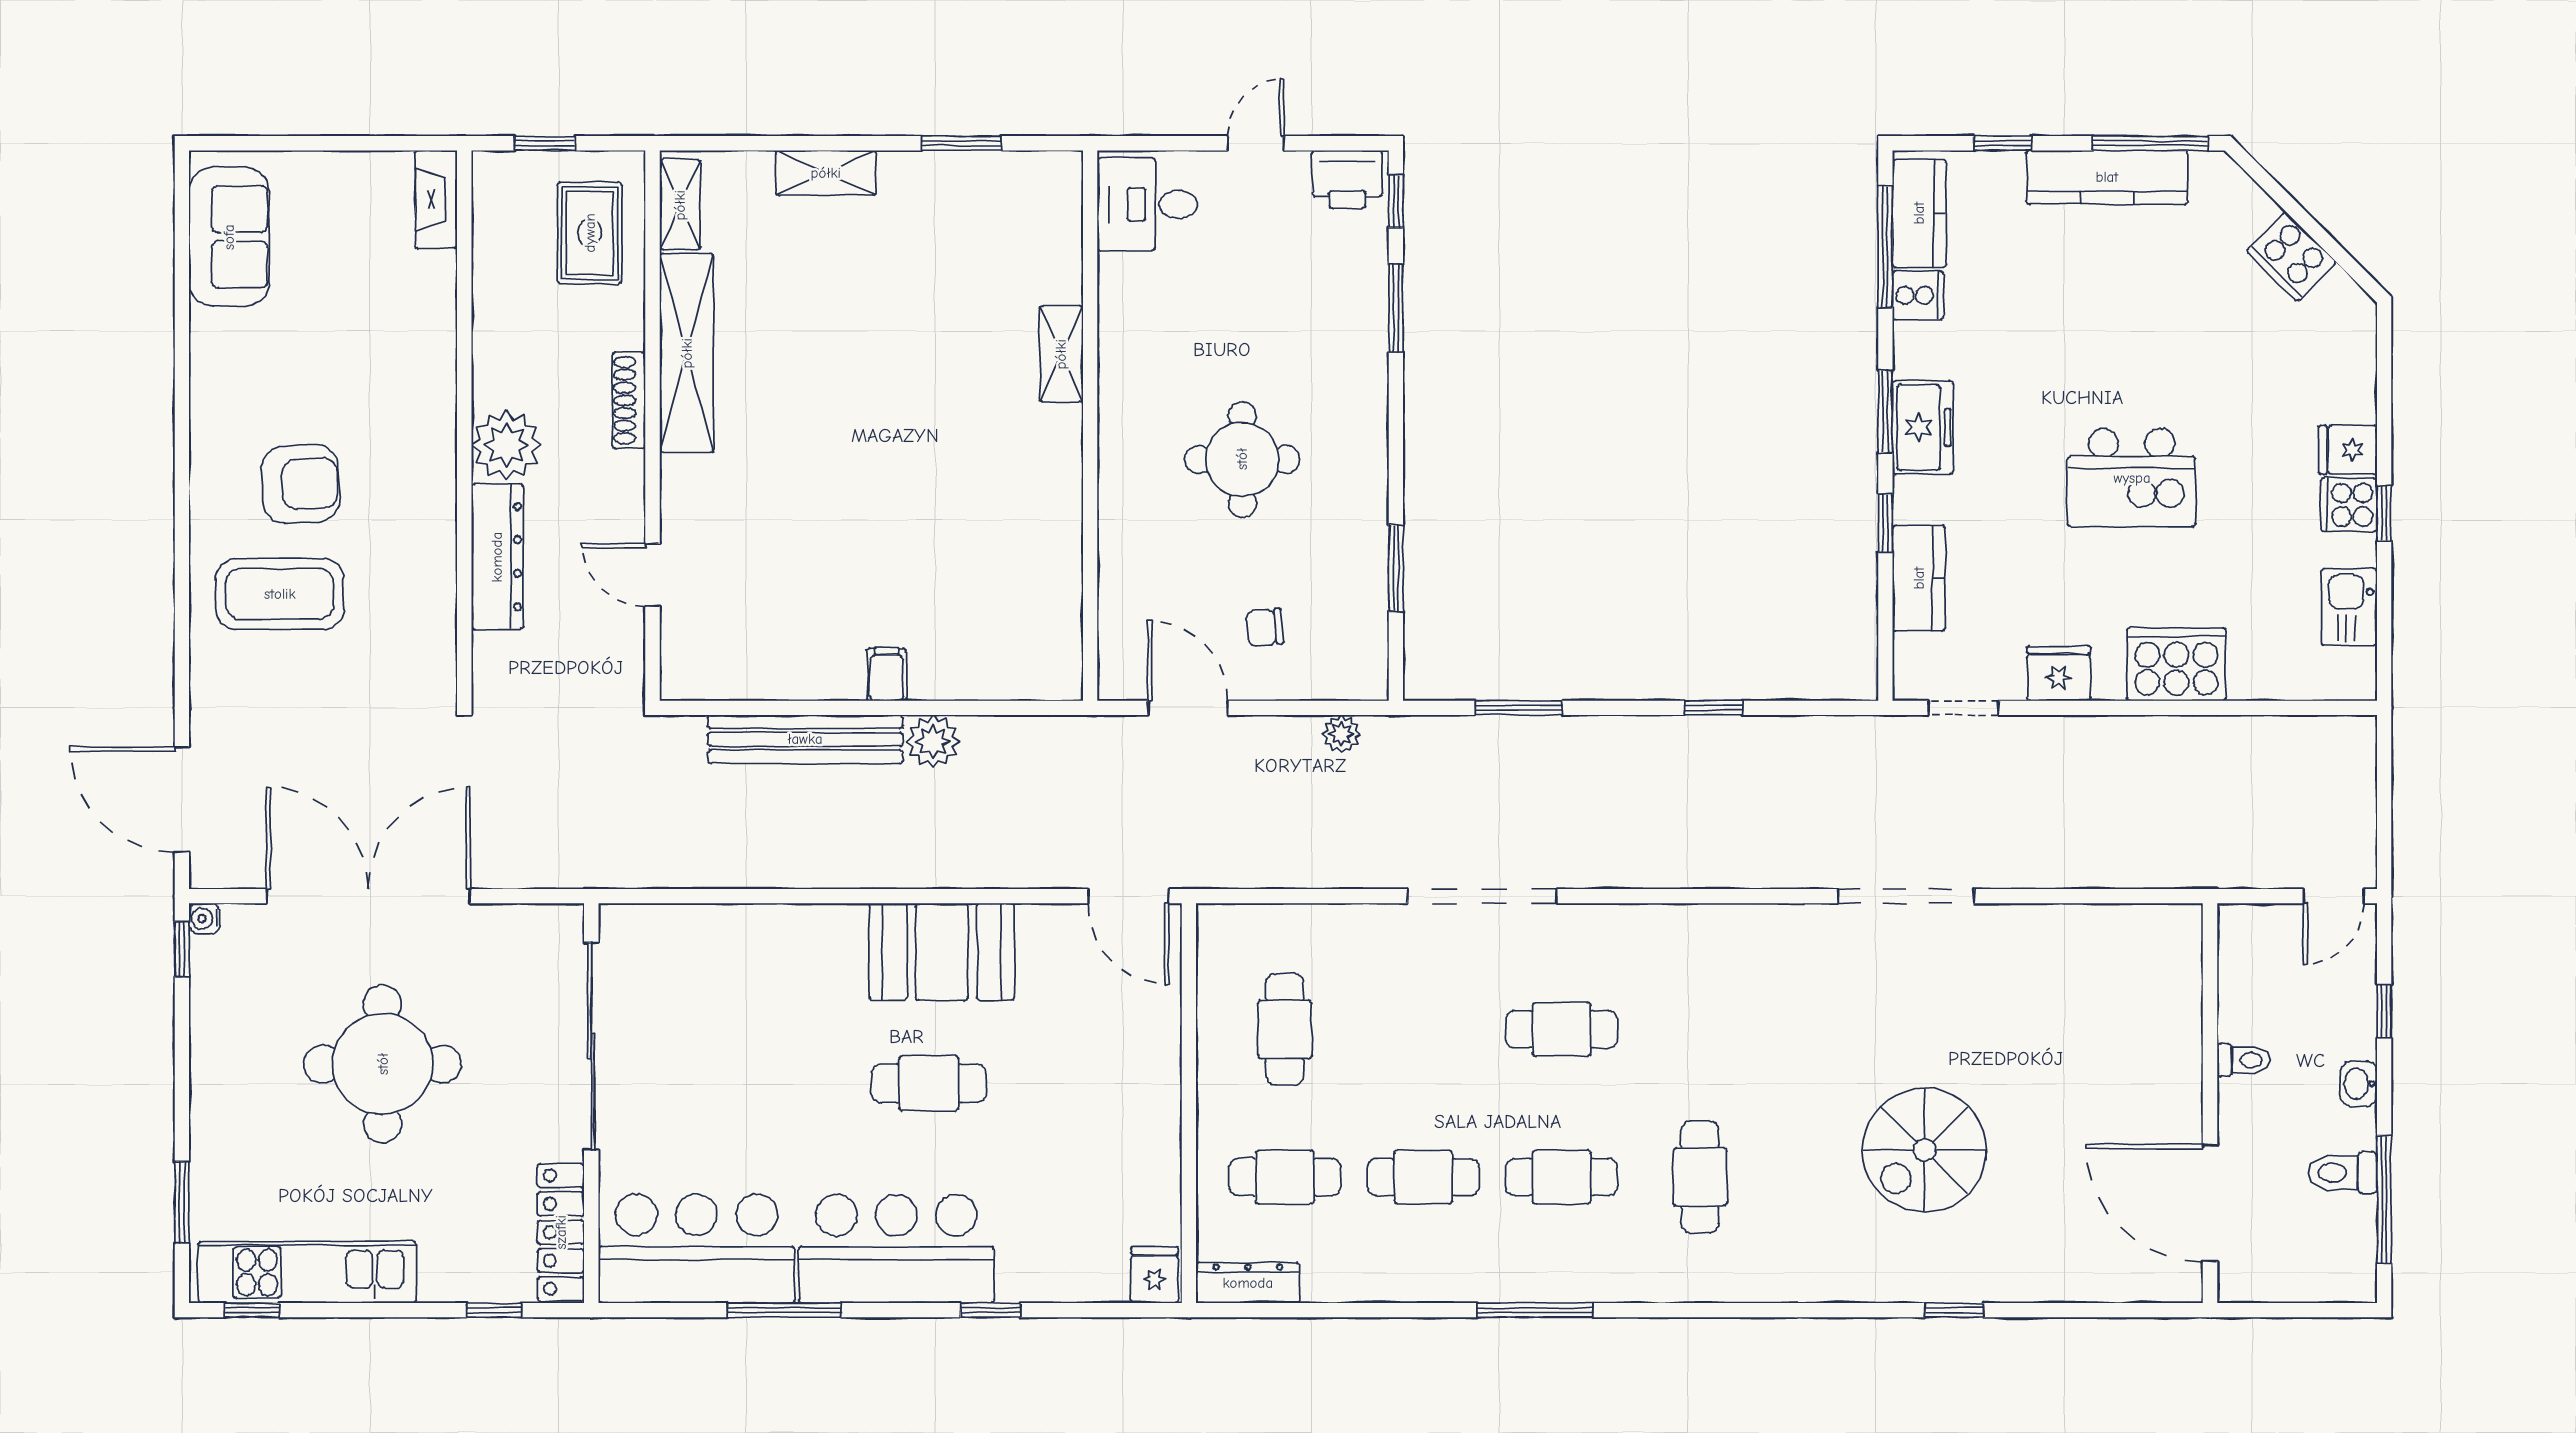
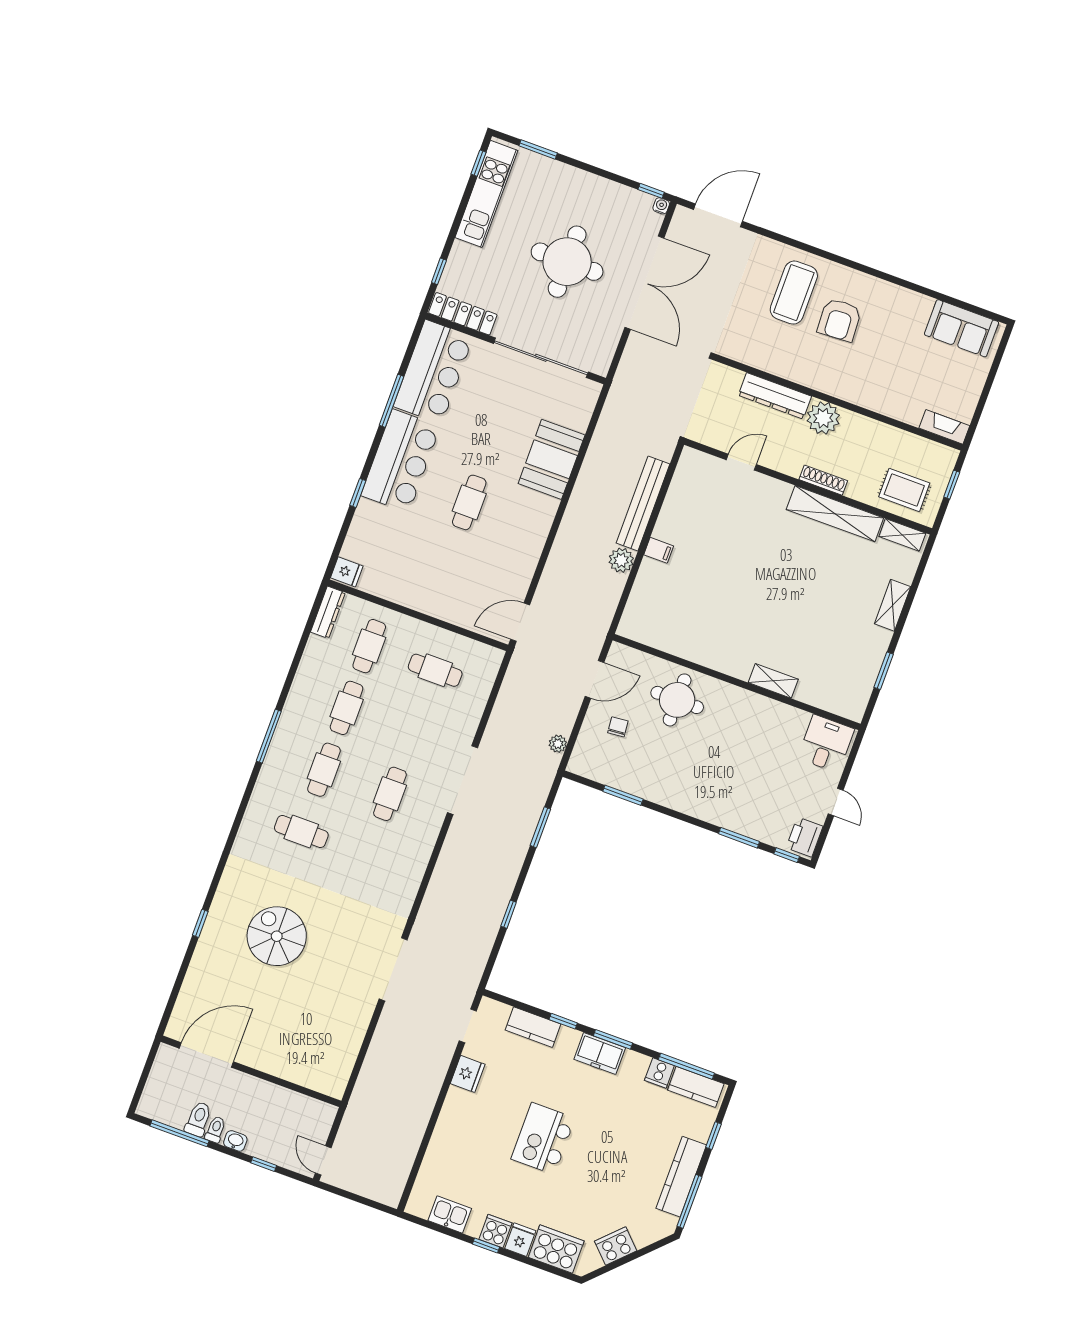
round table: (1242, 459) -> (677, 700), moved
cooker: (2176, 664) -> (556, 1249), moved, turned -90
booth: (942, 952) -> (552, 459), moved
toilet: (2244, 1060) -> (215, 1129), moved, turned 180

